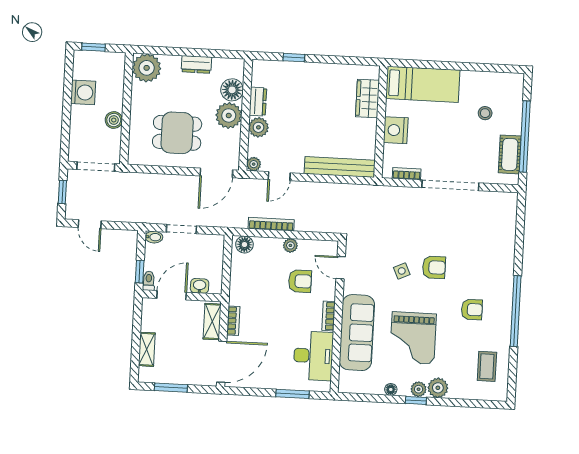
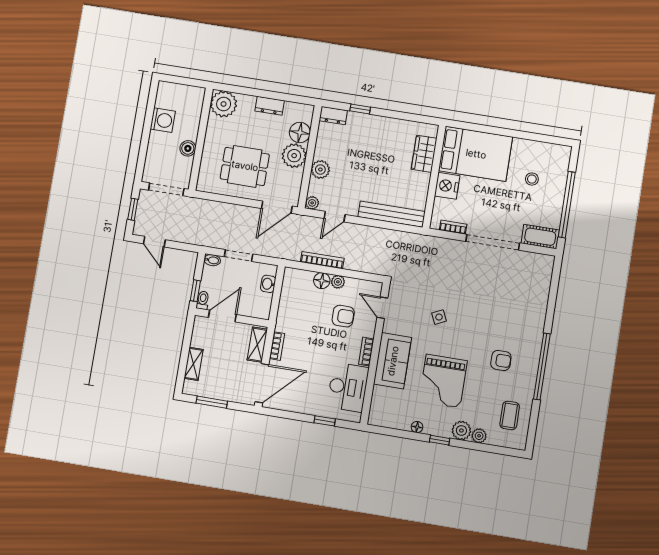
window: (94, 47) -> (177, 80), removed
bed: (423, 84) -> (476, 154), width x1.50
dresser: (258, 102) -> (333, 116), moved, turned 90
cot: (510, 154) -> (540, 237), moved, turned 90
floor lamp: (244, 245) -> (322, 281), moved
armchair: (434, 267) -> (469, 317), removed
washbasin: (200, 286) -> (268, 284), moved, turned -90
sofa: (357, 333) -> (393, 361), width x0.73
plant: (419, 389) -> (479, 436), moved
window: (293, 394) -> (325, 421), width x0.67

